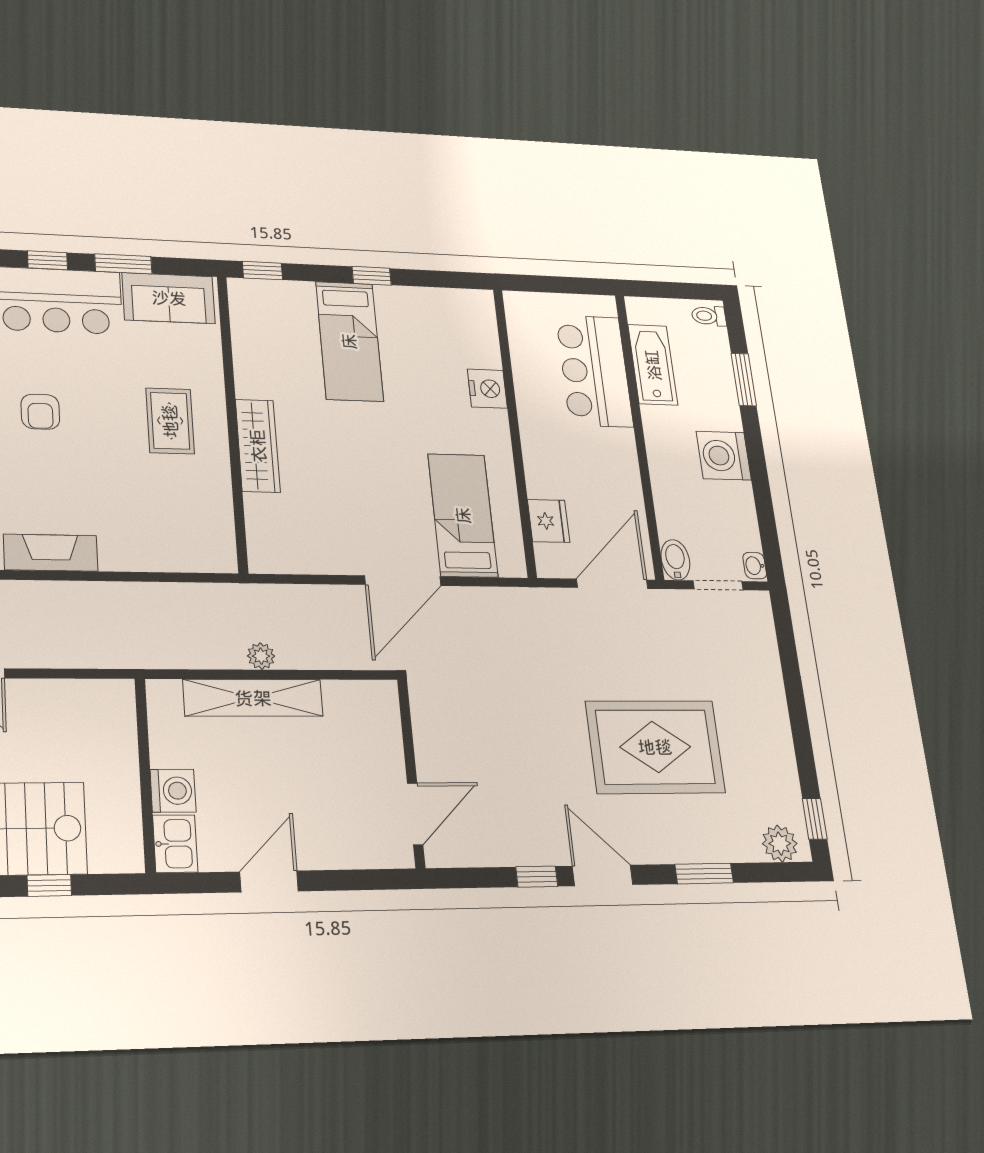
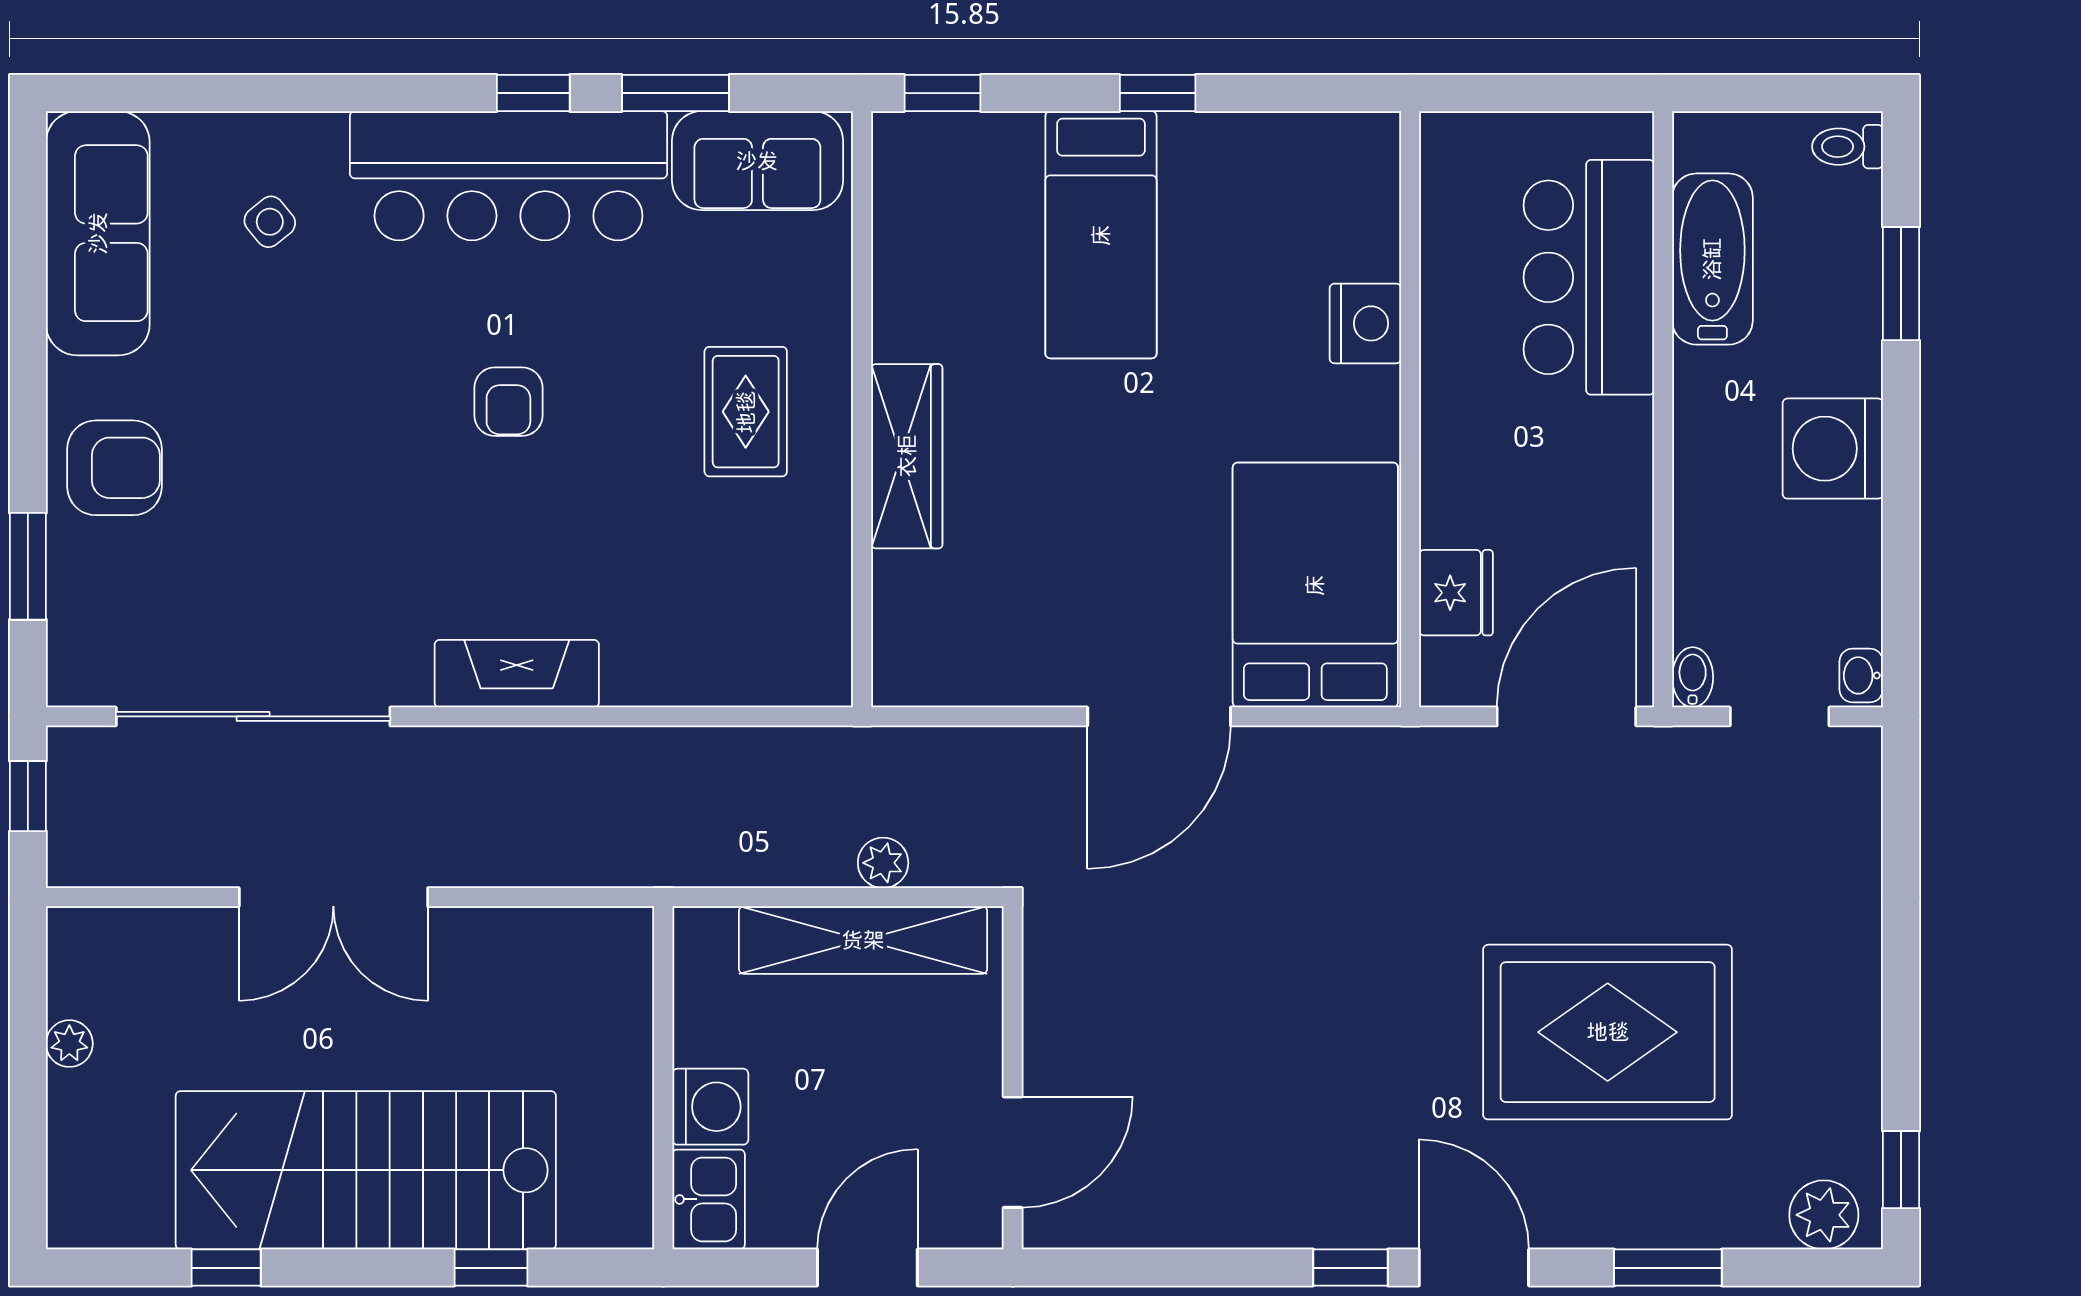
bed: (463, 515) -> (1315, 585), width x1.50
bidet: (675, 560) -> (1693, 677), width x0.72, depth x0.74
wall: (411, 773) -> (1013, 1078), moved
door: (415, 814) -> (1013, 1152), moved

